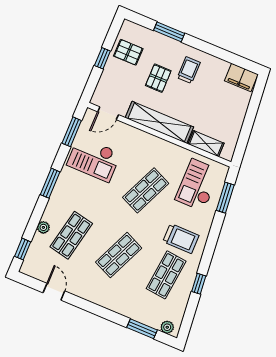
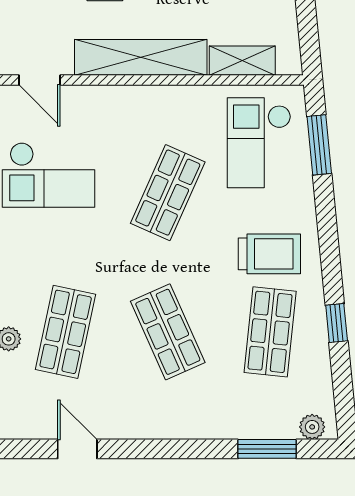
door: (108, 113) -> (40, 80), hinge flipped
shop shelf: (119, 255) -> (168, 332), turned -48

